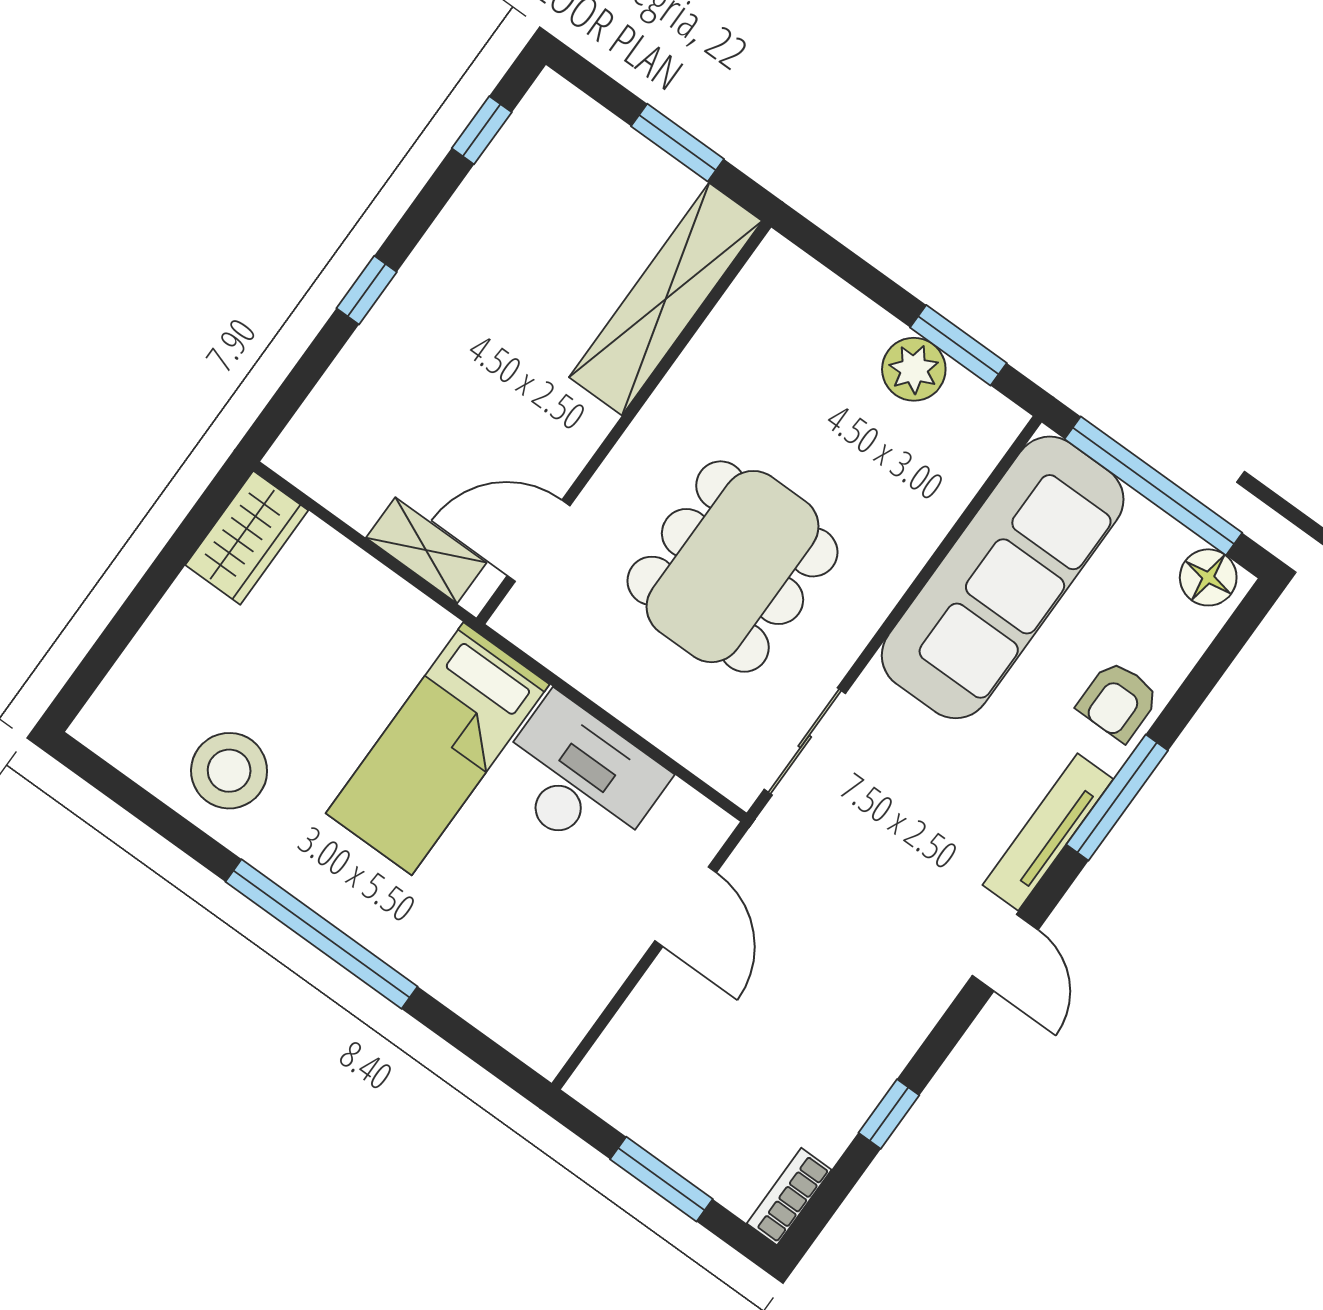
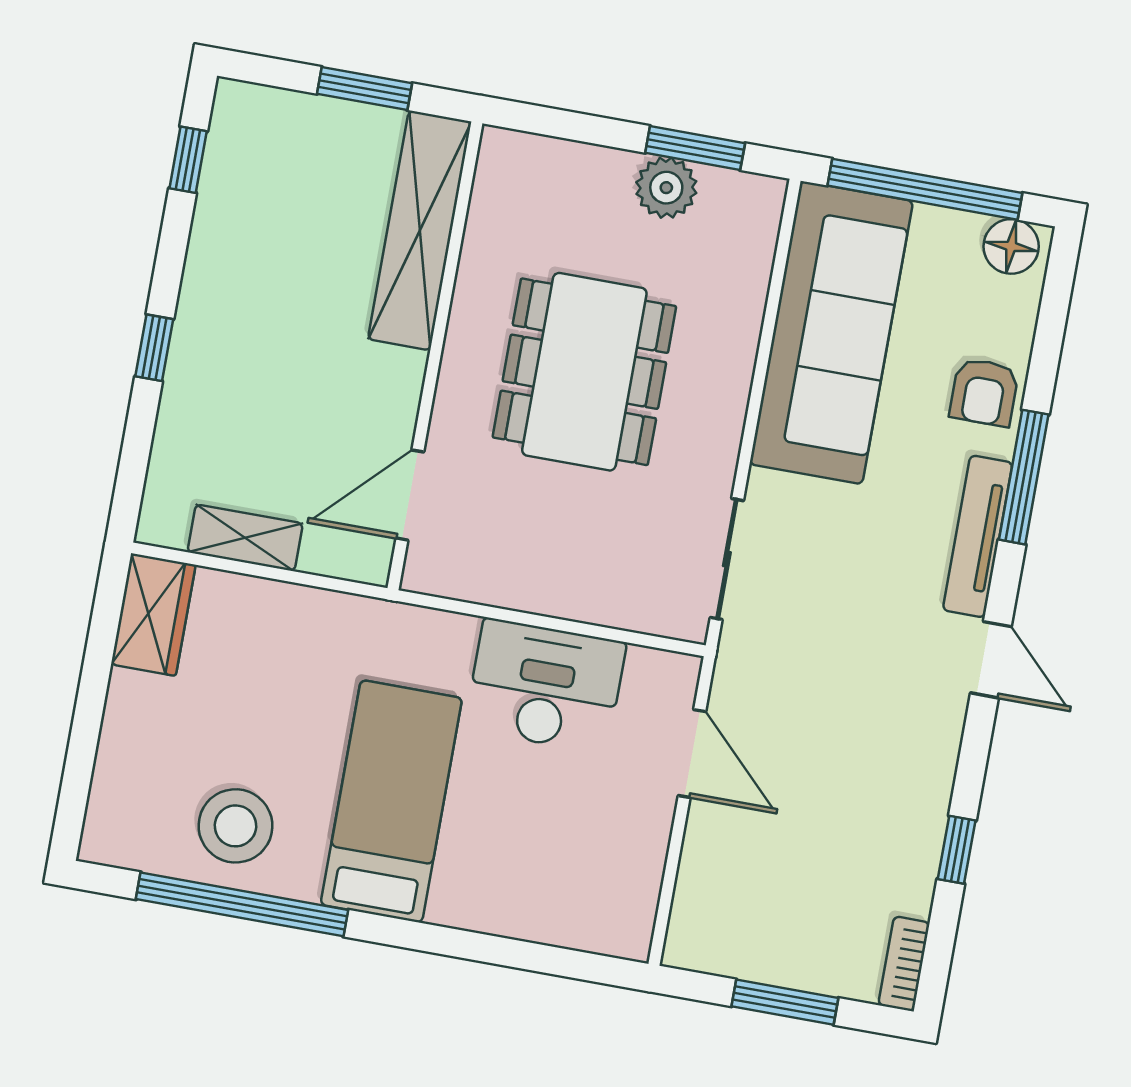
shelving: (426, 550) -> (245, 538), moved
dining table: (732, 567) -> (584, 372), moved
bed: (438, 749) -> (391, 801), moved, turned 180
window: (321, 934) -> (242, 904), moved

